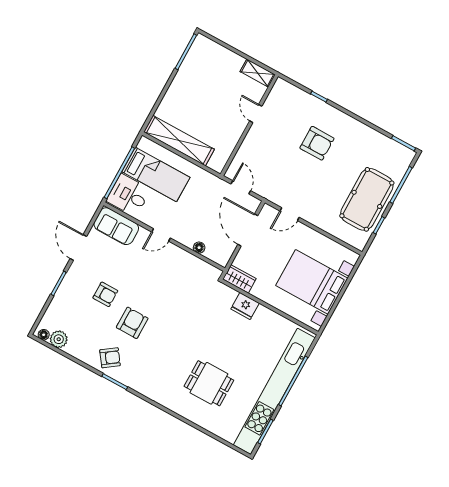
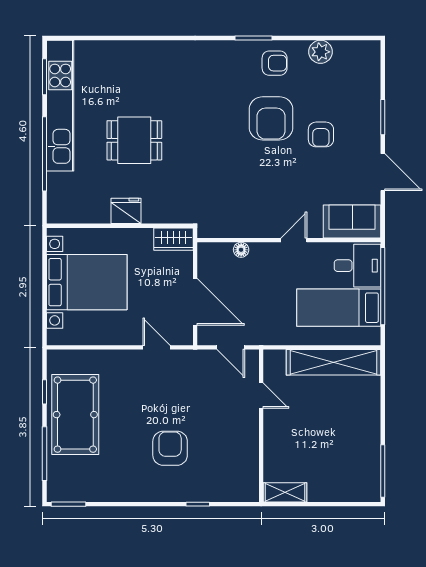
door: (256, 113) -> (261, 396), moved
armchair: (317, 143) -> (170, 448), turned 90
door: (290, 214) -> (156, 347), hinge flipped
armchair: (105, 294) -> (321, 134), turned -90
fridge: (245, 306) -> (126, 211), moved
armchair: (132, 323) -> (271, 118), width x1.36, depth x1.36
floor lamp: (44, 335) -> (367, 47), removed
plant: (59, 339) -> (320, 52), moved
armchair: (110, 358) -> (275, 63), turned -144
dining table: (209, 383) -> (134, 140), moved
kitchen unit: (274, 391) -> (60, 106), width x0.73

